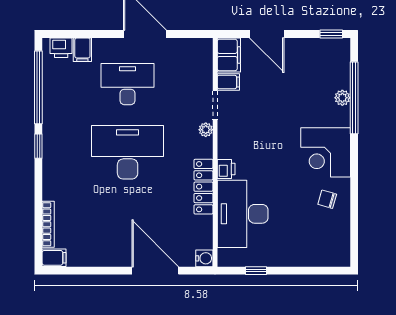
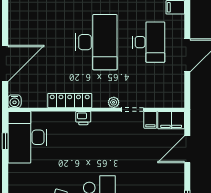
desk: (243, 214) -> (27, 137), moved, turned -90

